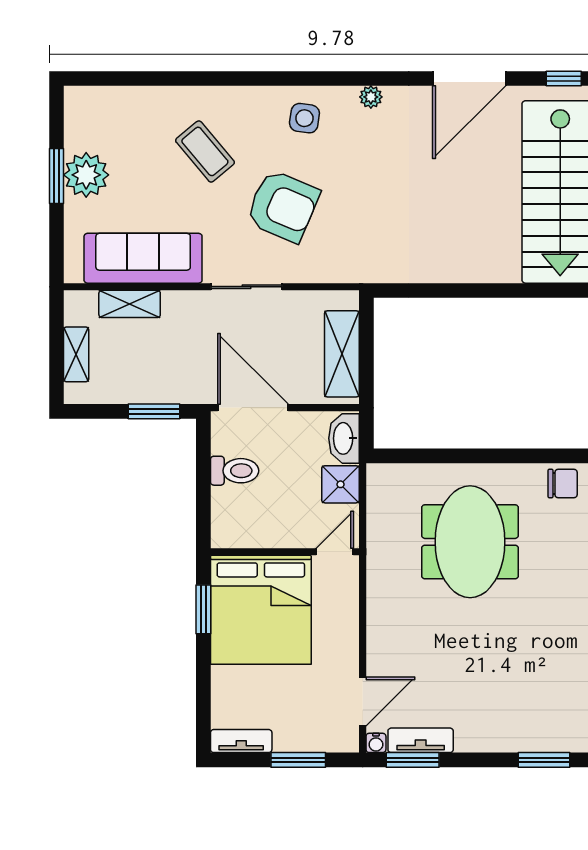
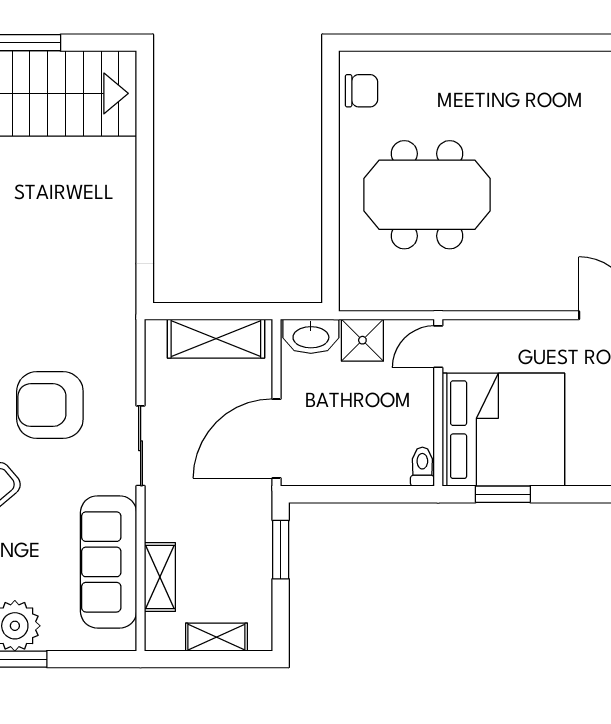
armchair: (283, 206) -> (50, 405), turned -113
toilet: (235, 471) -> (422, 467), moved, width x0.73, depth x0.72
chair: (563, 483) -> (362, 91), turned 90
door: (335, 552) -> (438, 347), hinge flipped

